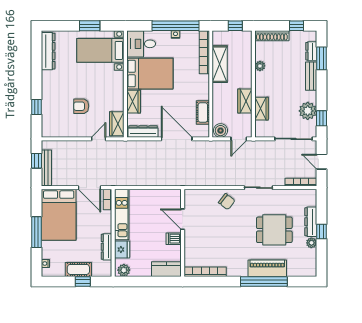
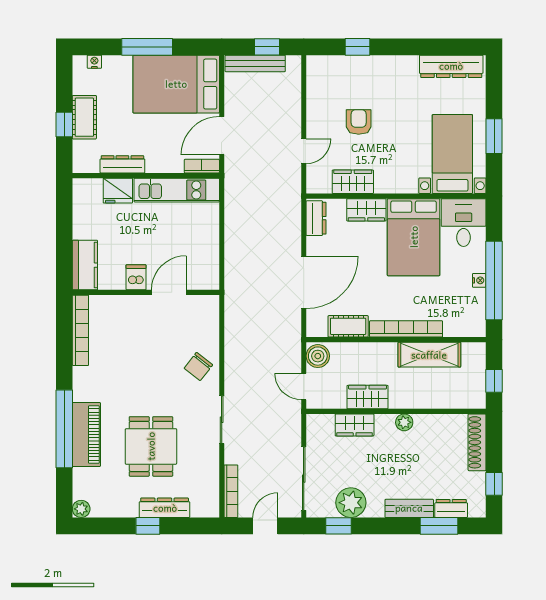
bookcase: (204, 52) -> (406, 329), moved
plant: (260, 66) -> (404, 422), moved
wardrobe: (117, 124) -> (353, 182), moved
dresser: (143, 132) -> (316, 218), width x0.70
door: (99, 139) -> (304, 151), hinge flipped
plant: (311, 243) -> (81, 509), moved
plant: (124, 270) -> (83, 193), removed

